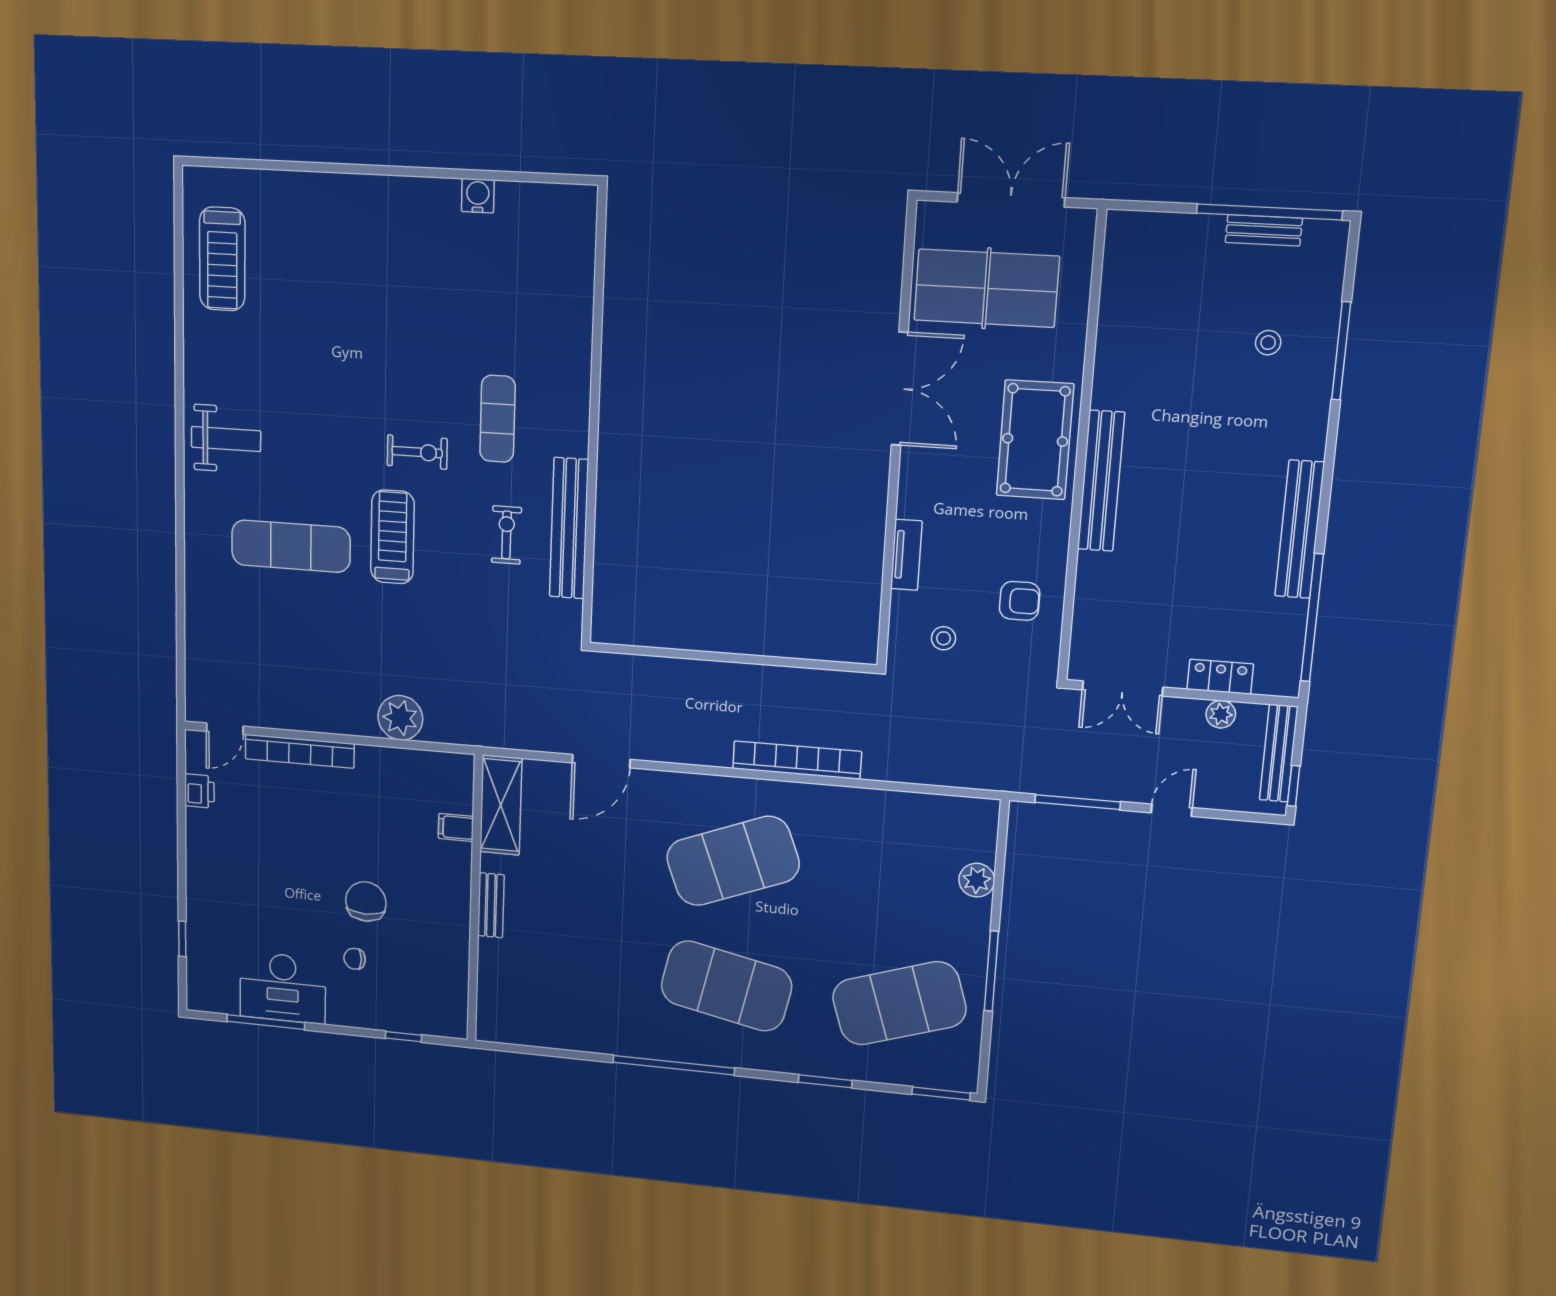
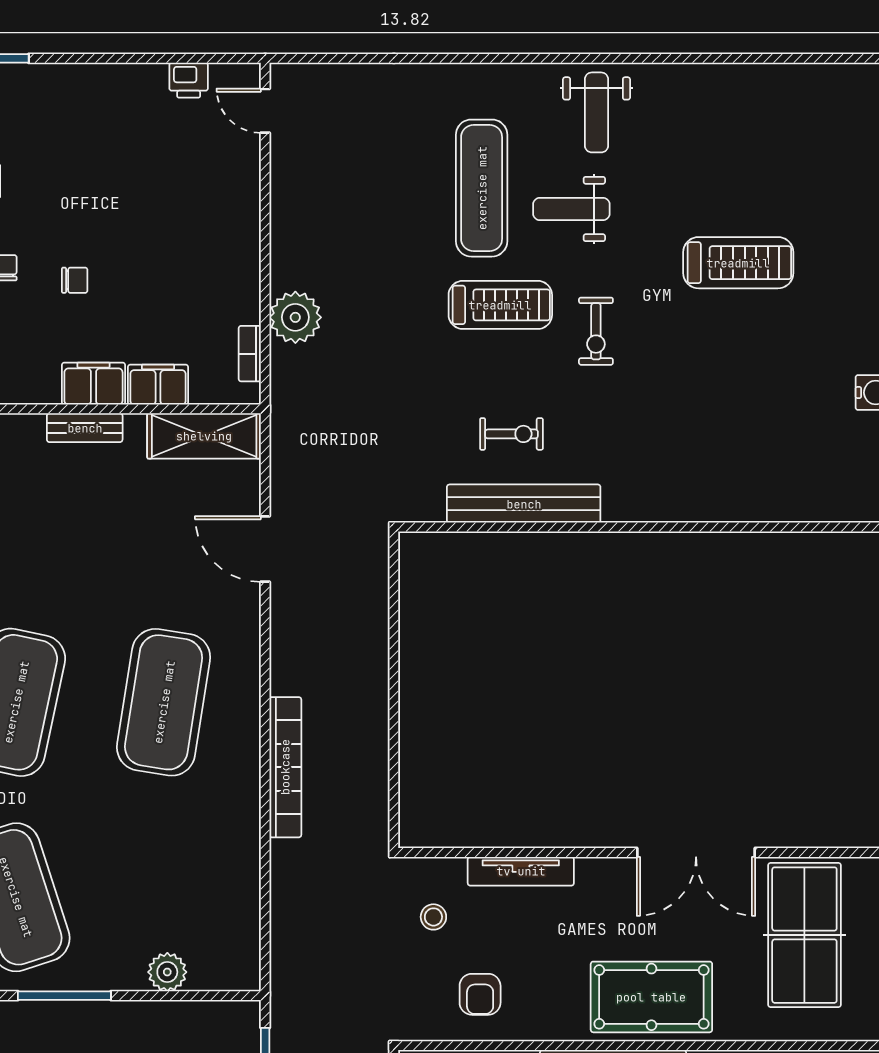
treadmill: (222, 259) -> (738, 263), moved, turned 180
exercise mat: (497, 419) -> (638, 420), removed
weight bench: (310, 467) -> (571, 209), added
tv unit: (906, 555) -> (521, 871), width x1.41
bookcase: (300, 751) -> (250, 354), moved, width x0.43, depth x0.76
filing cabinet: (456, 827) -> (158, 385), width x2.00
exercise mat: (733, 861) -> (164, 702), turned 30
filing cabinet: (453, 894) -> (93, 384), added
chair: (366, 902) -> (75, 280), width x0.54, depth x0.54

